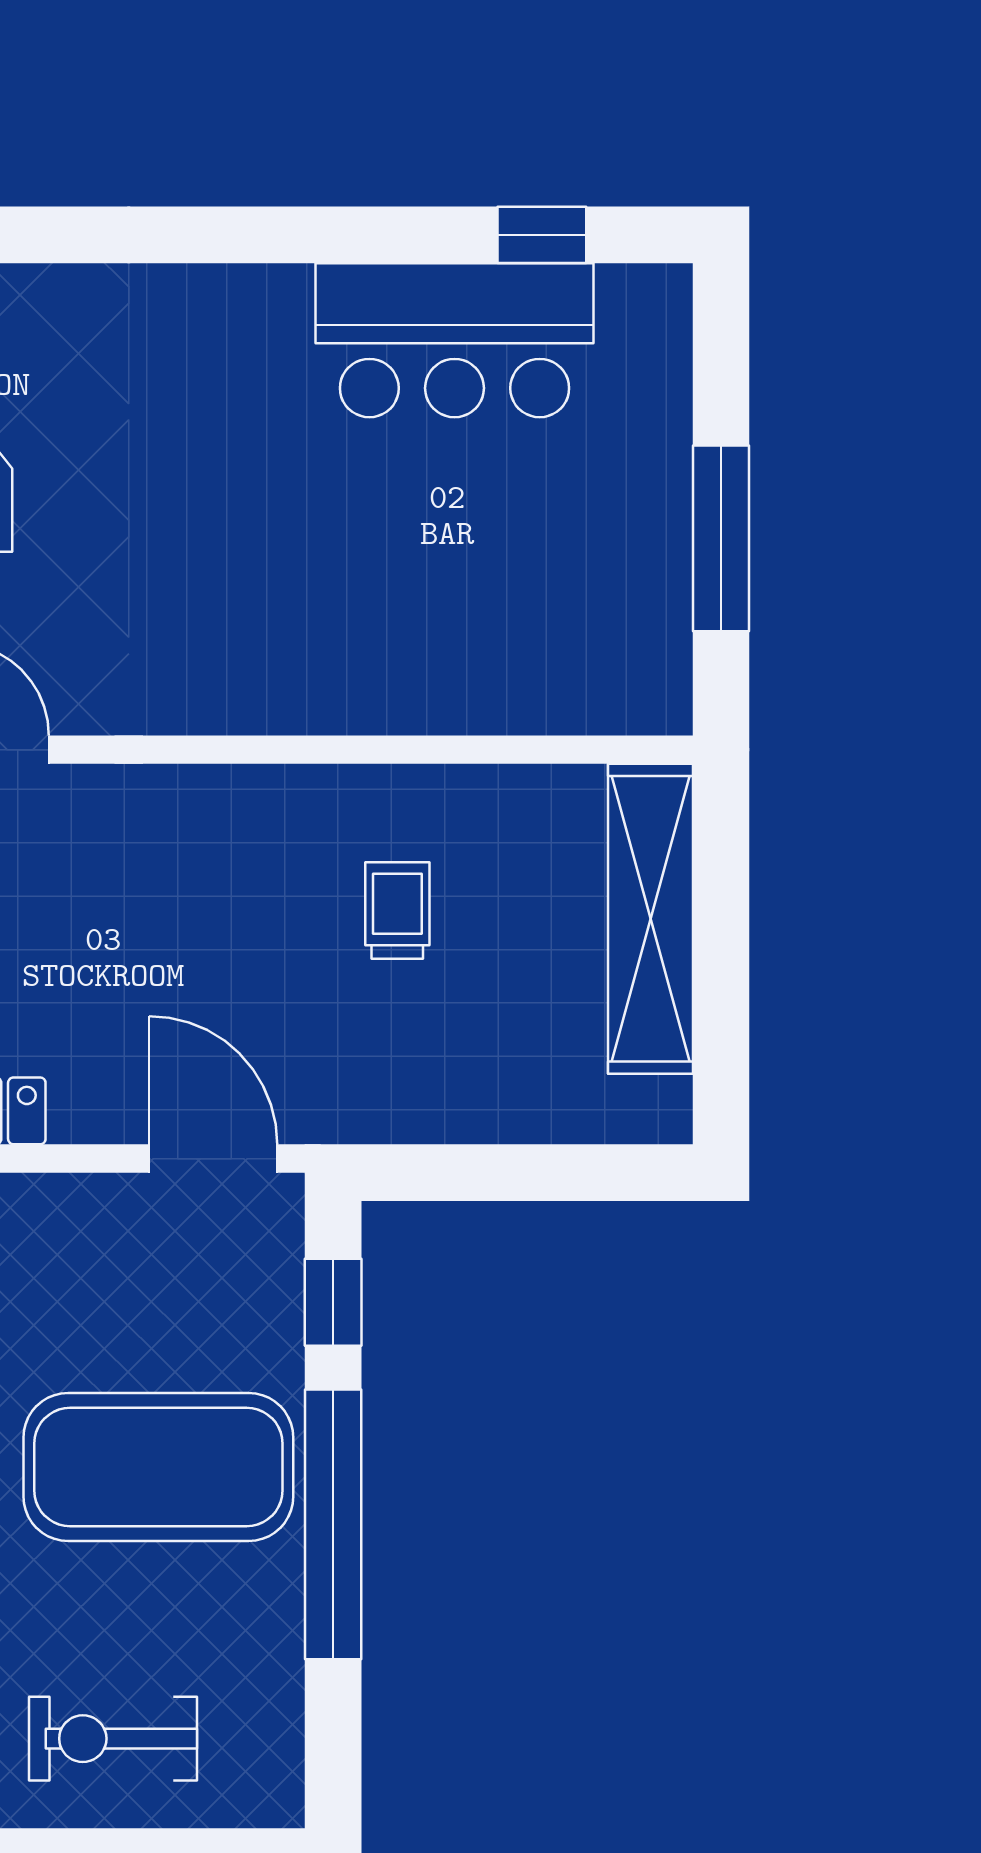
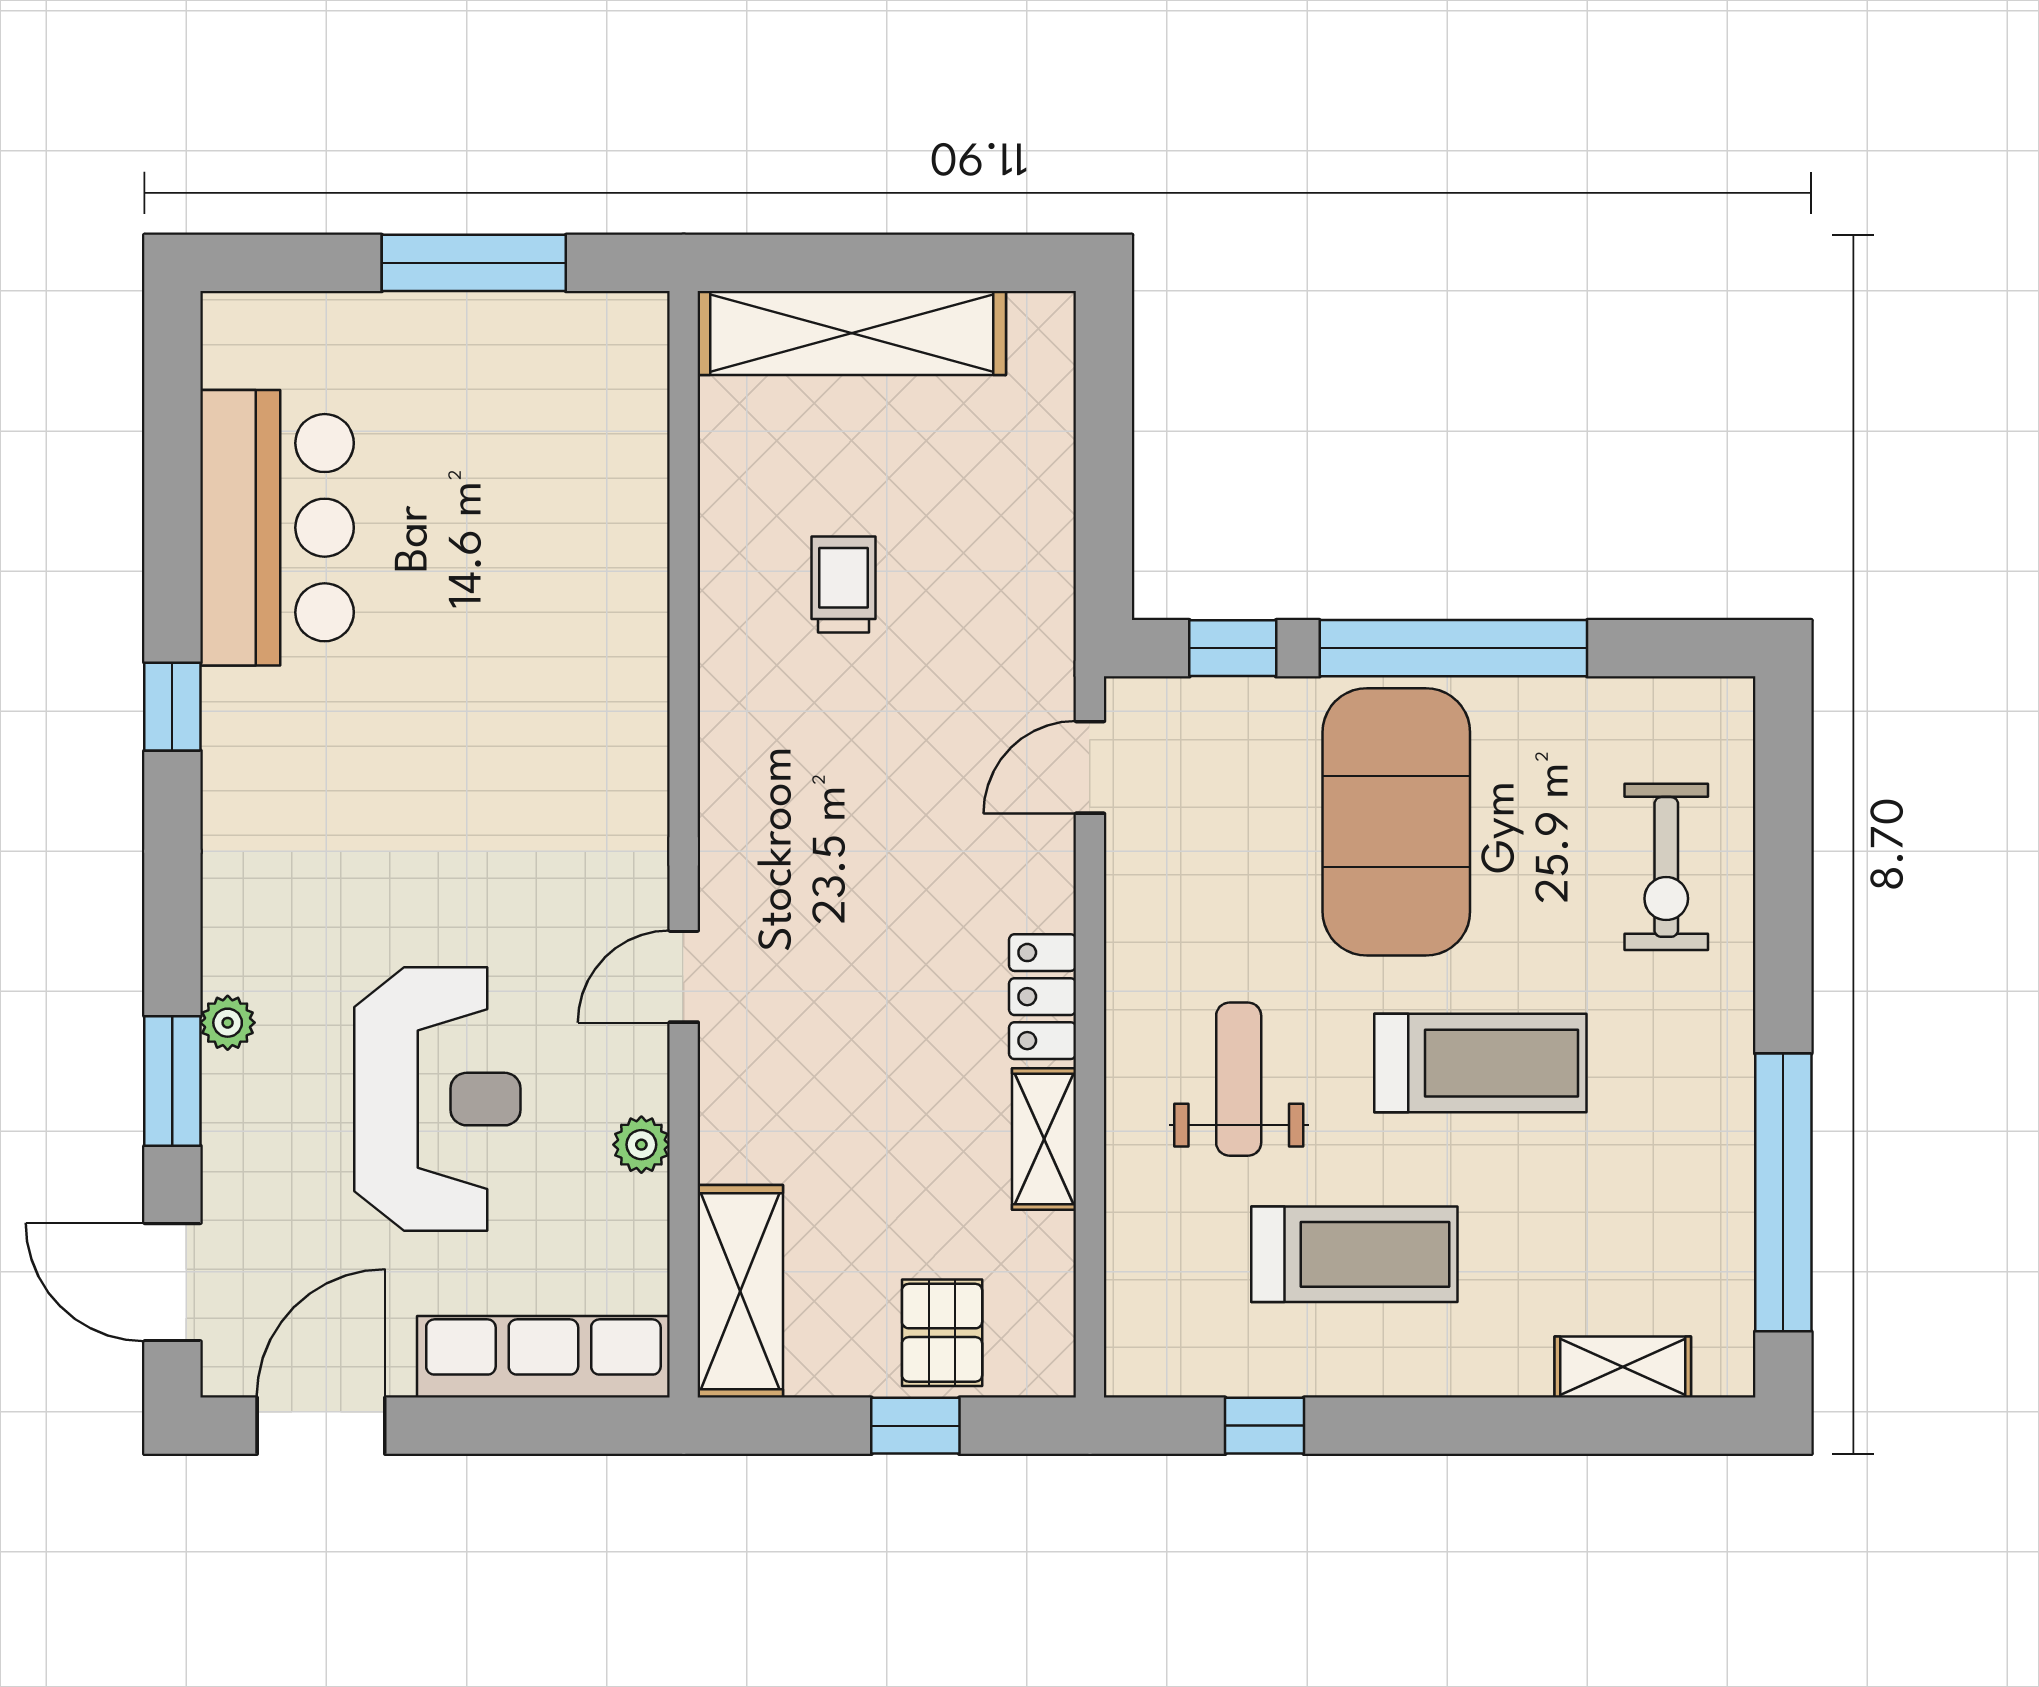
window: (542, 235) -> (172, 707), moved
trolley: (397, 911) -> (844, 584), turned 90
door: (213, 1159) -> (1090, 767), width x0.73

